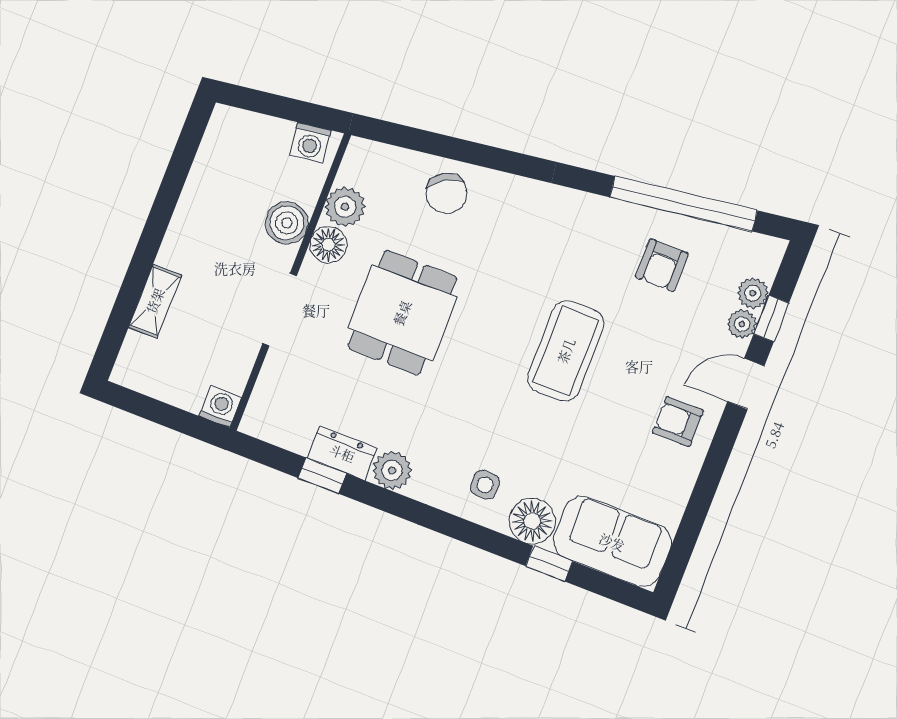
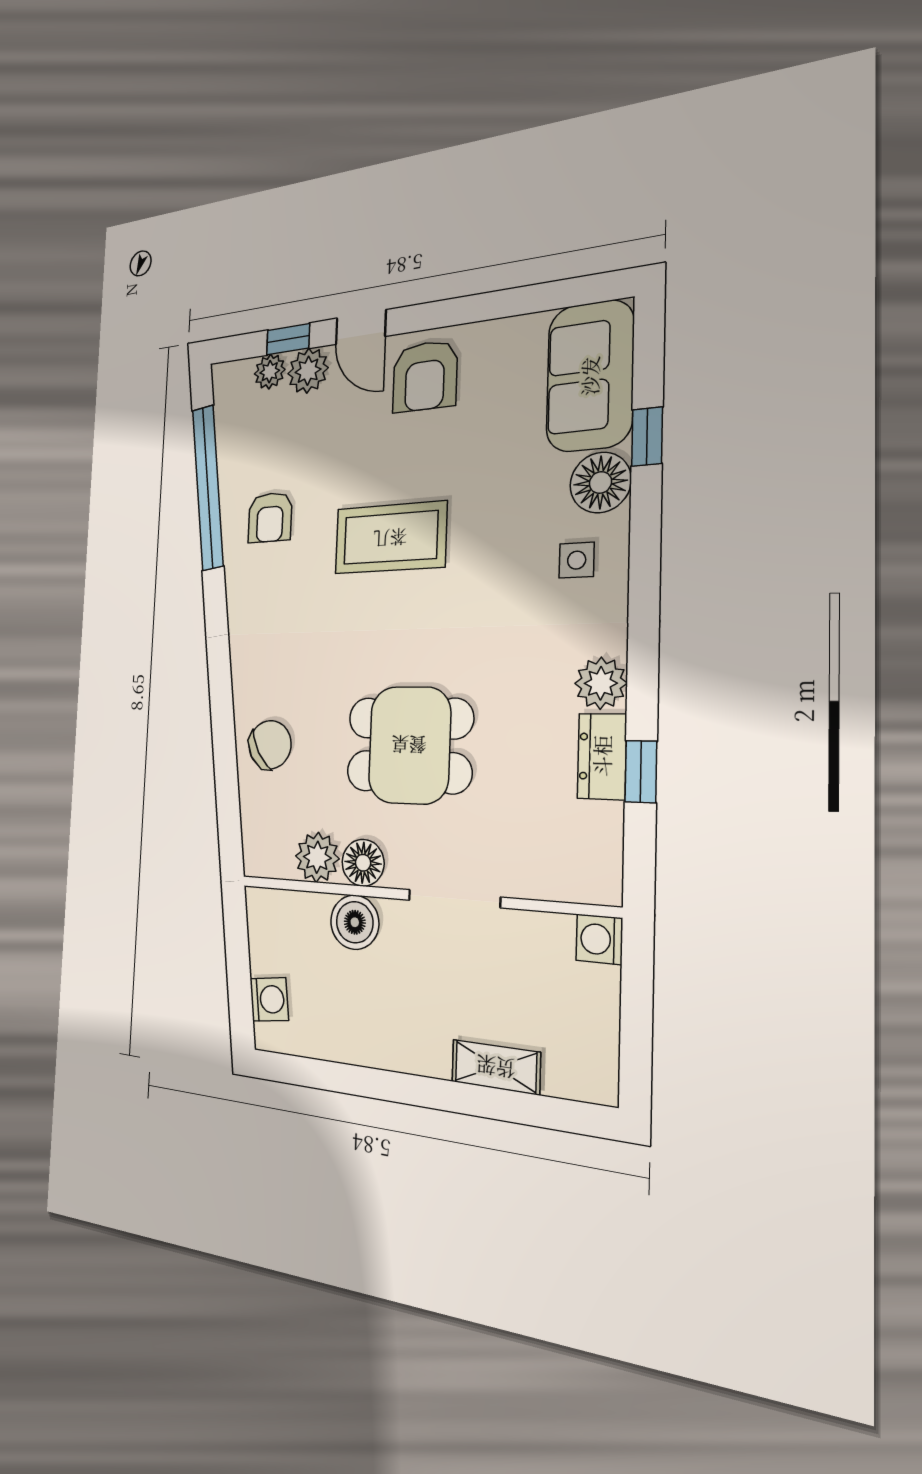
washing machine: (310, 143) -> (269, 999), moved
armchair: (662, 265) -> (270, 517), moved, turned 90
plant: (742, 324) -> (308, 371), width x1.38, depth x1.38
armchair: (678, 422) -> (425, 376), width x1.38, depth x1.38

